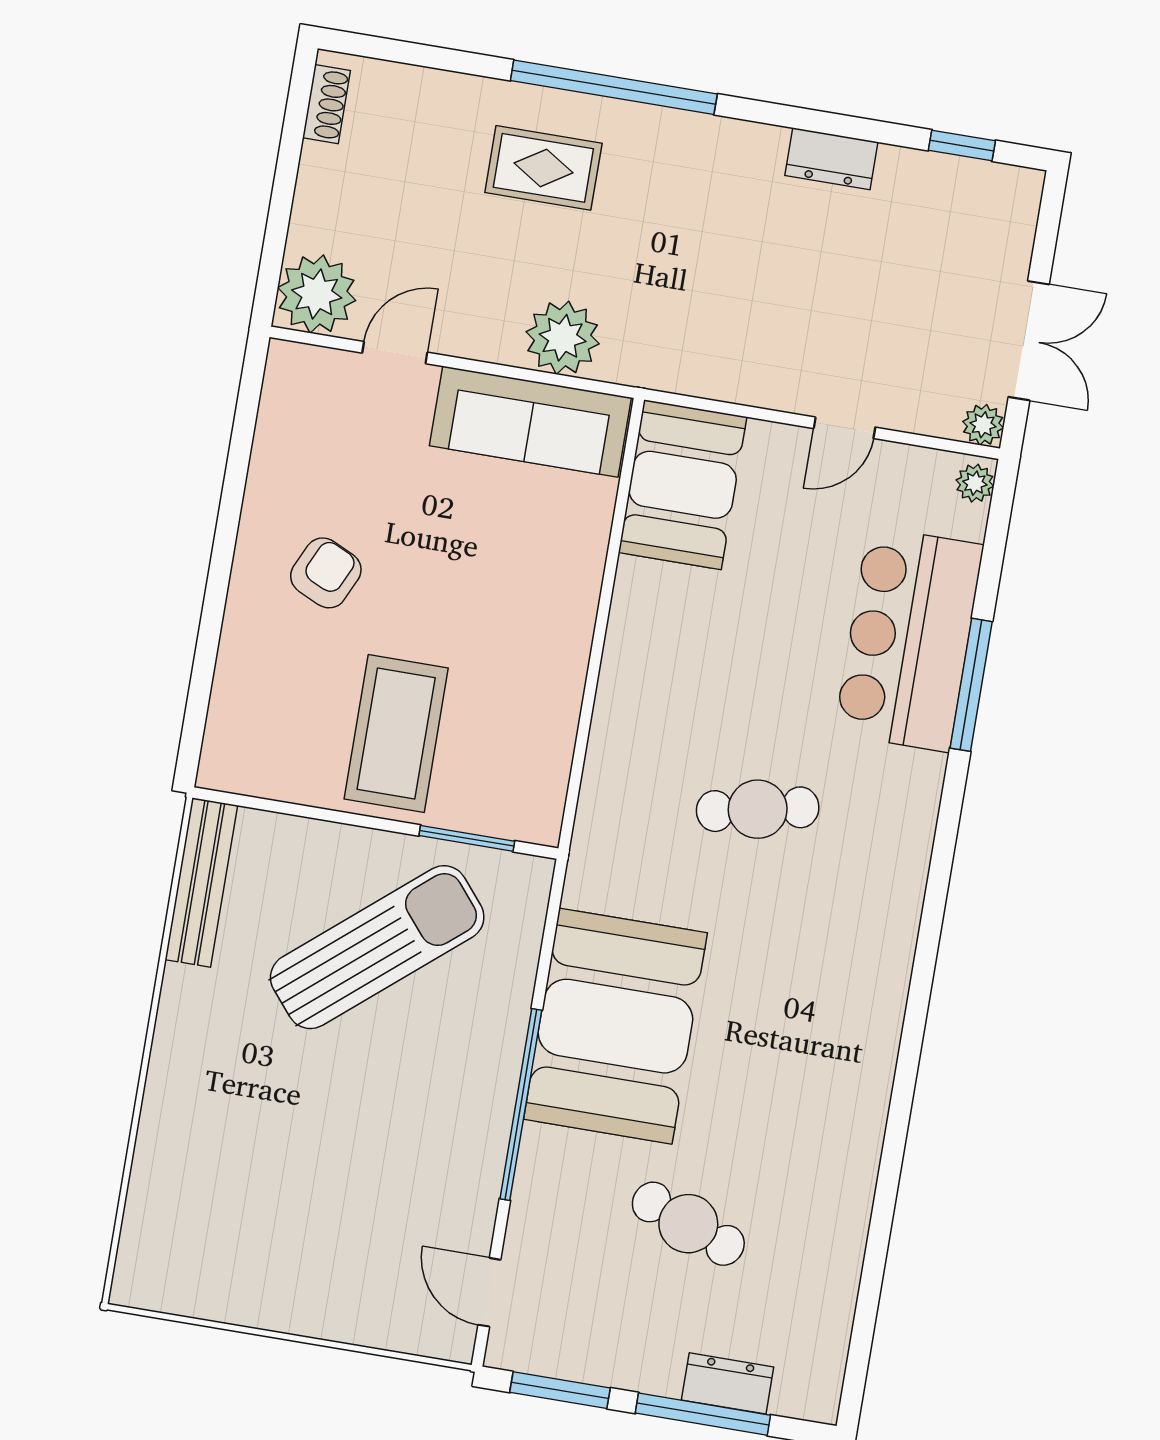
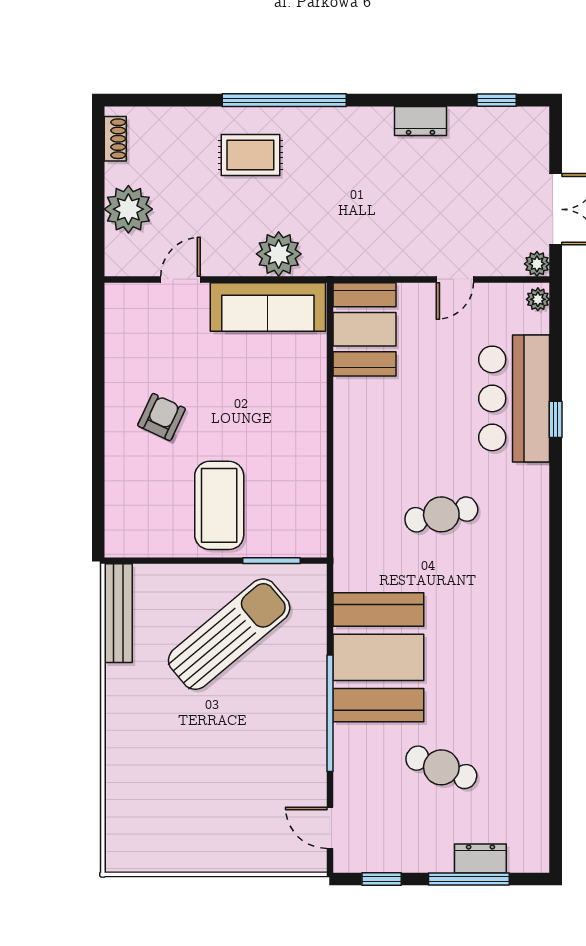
plant: (317, 294) -> (128, 209), moved
window: (971, 685) -> (556, 419), width x0.46
window: (560, 1390) -> (382, 879), width x0.67

